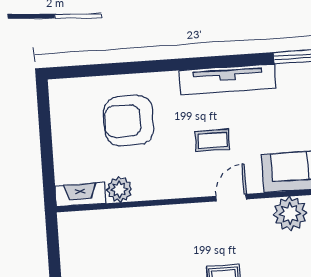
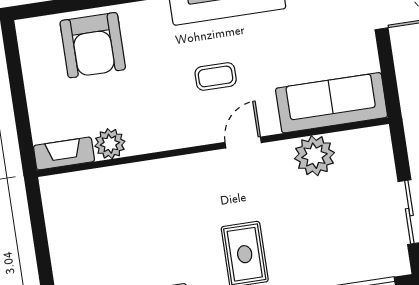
armchair: (129, 121) -> (93, 45), moved, turned -90

